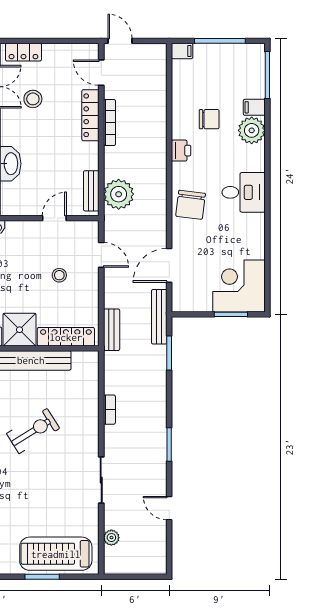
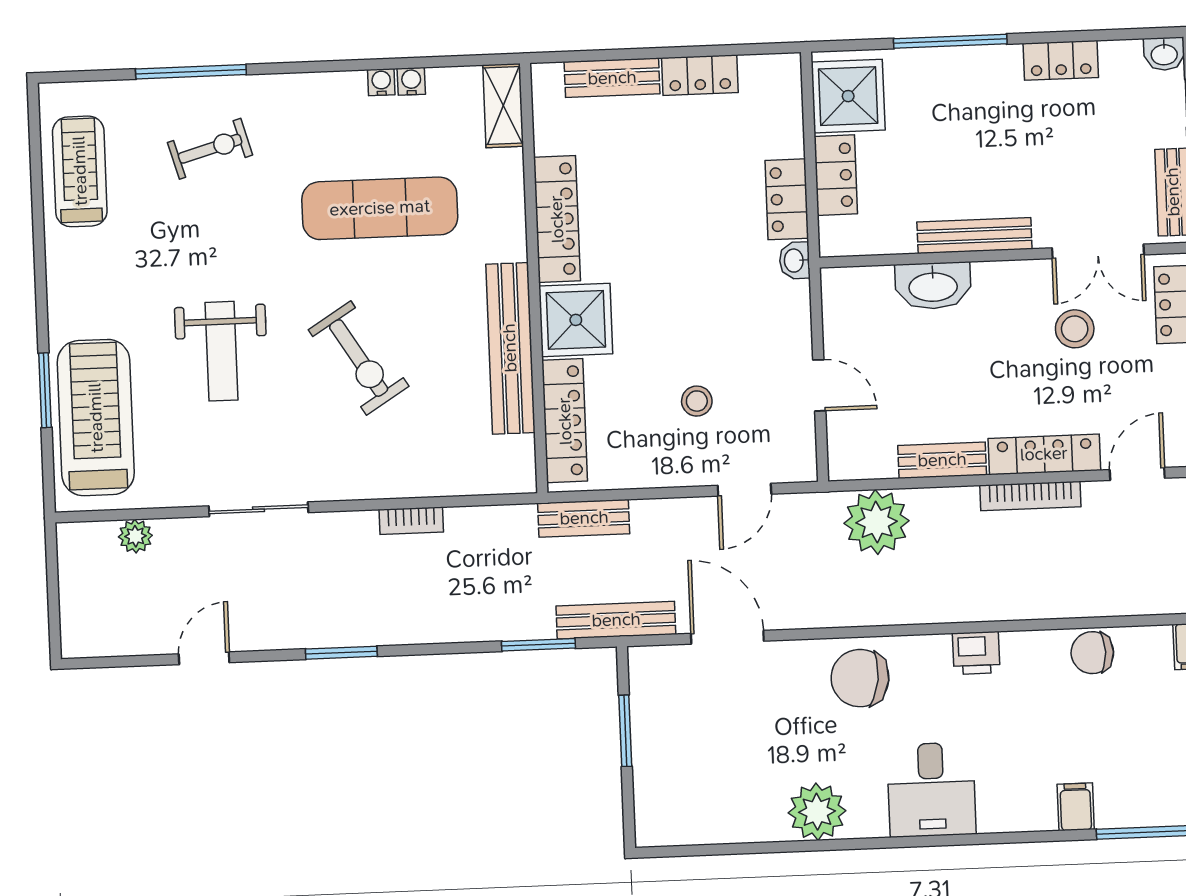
chair: (209, 119) -> (1092, 653), moved, turned 90
plant: (252, 130) -> (817, 812), moved
bench: (91, 191) -> (942, 460), moved
desk: (244, 192) -> (931, 790), moved
corner desk: (239, 286) -> (689, 789), removed
window: (231, 314) -> (625, 731), moved
weight bench: (27, 494) -> (221, 351), added

